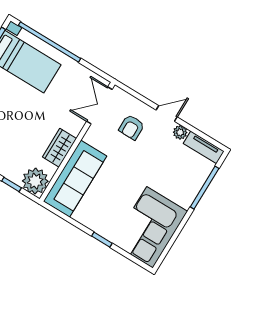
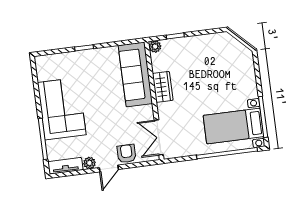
double door: (99, 105) -> (159, 137), swing flipped
armchair: (132, 127) -> (127, 154), moved
plant: (35, 181) -> (155, 47), width x0.53, depth x0.53
corner sofa: (150, 227) -> (62, 109), moved

